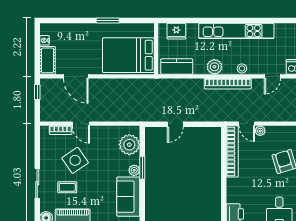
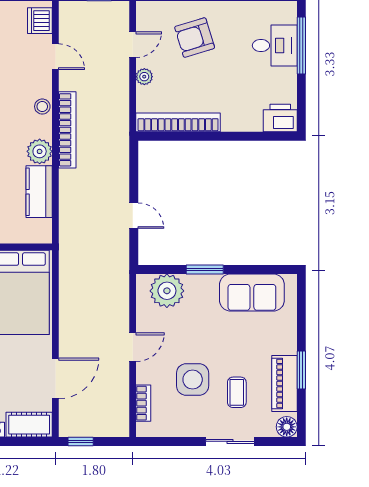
kitchen counter: (177, 66) -> (39, 192), moved
door: (81, 124) -> (133, 347), moved
door: (247, 124) -> (133, 45), moved
side table: (75, 160) -> (193, 380), turned 34
plant: (134, 170) -> (209, 283), removed

